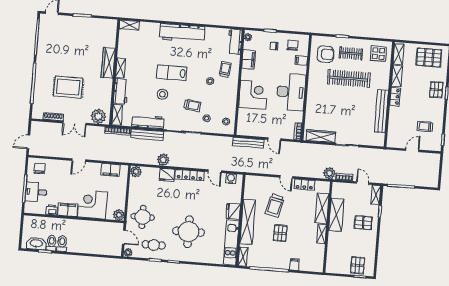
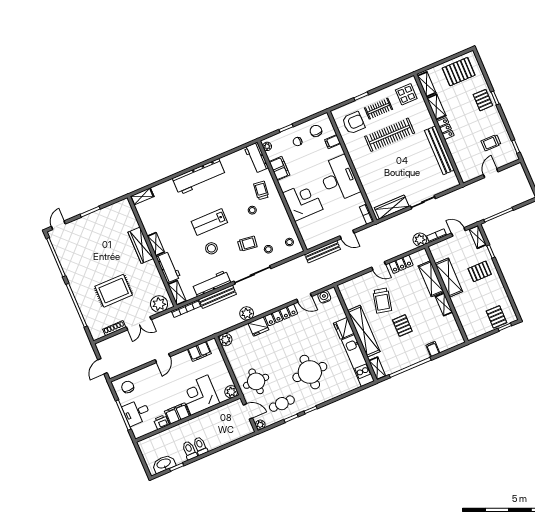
toilet: (51, 243) -> (200, 446), moved

